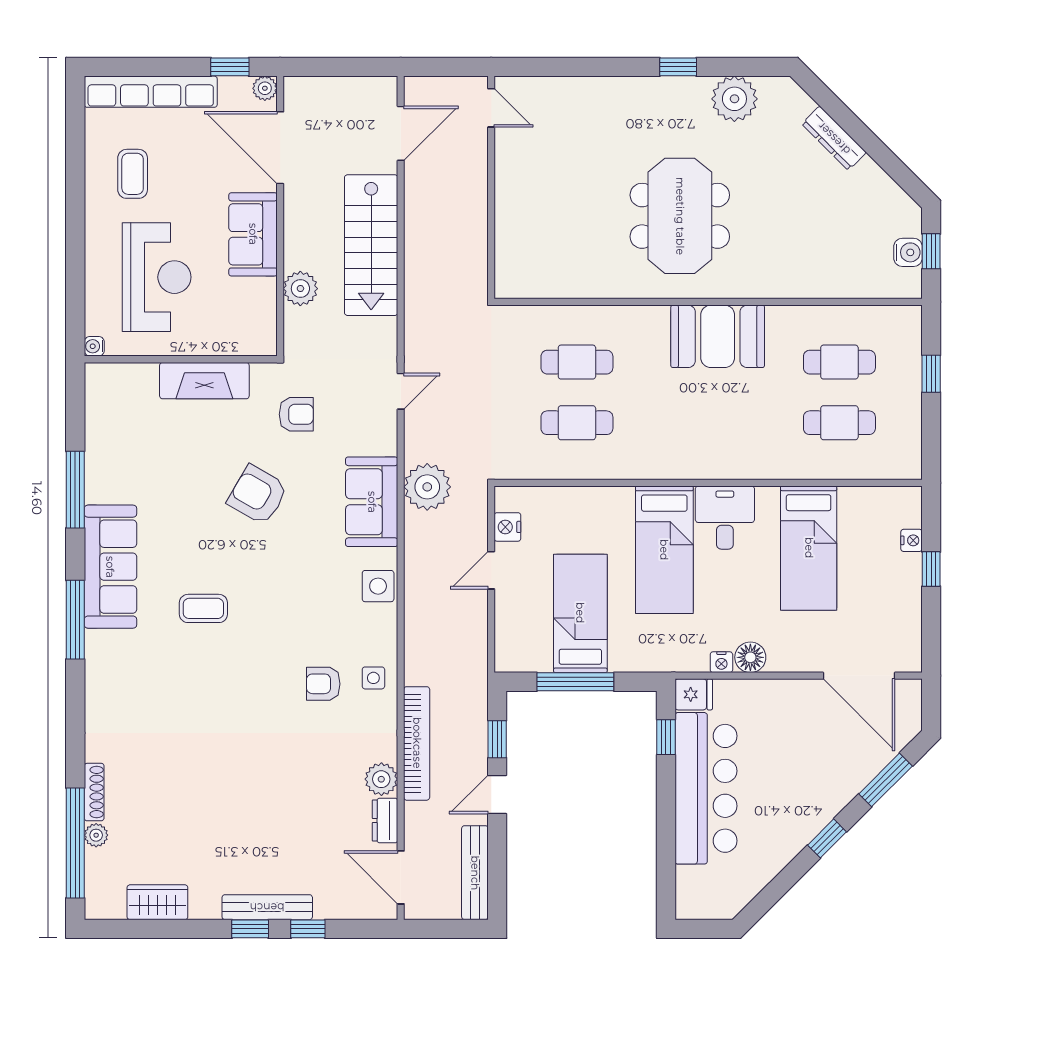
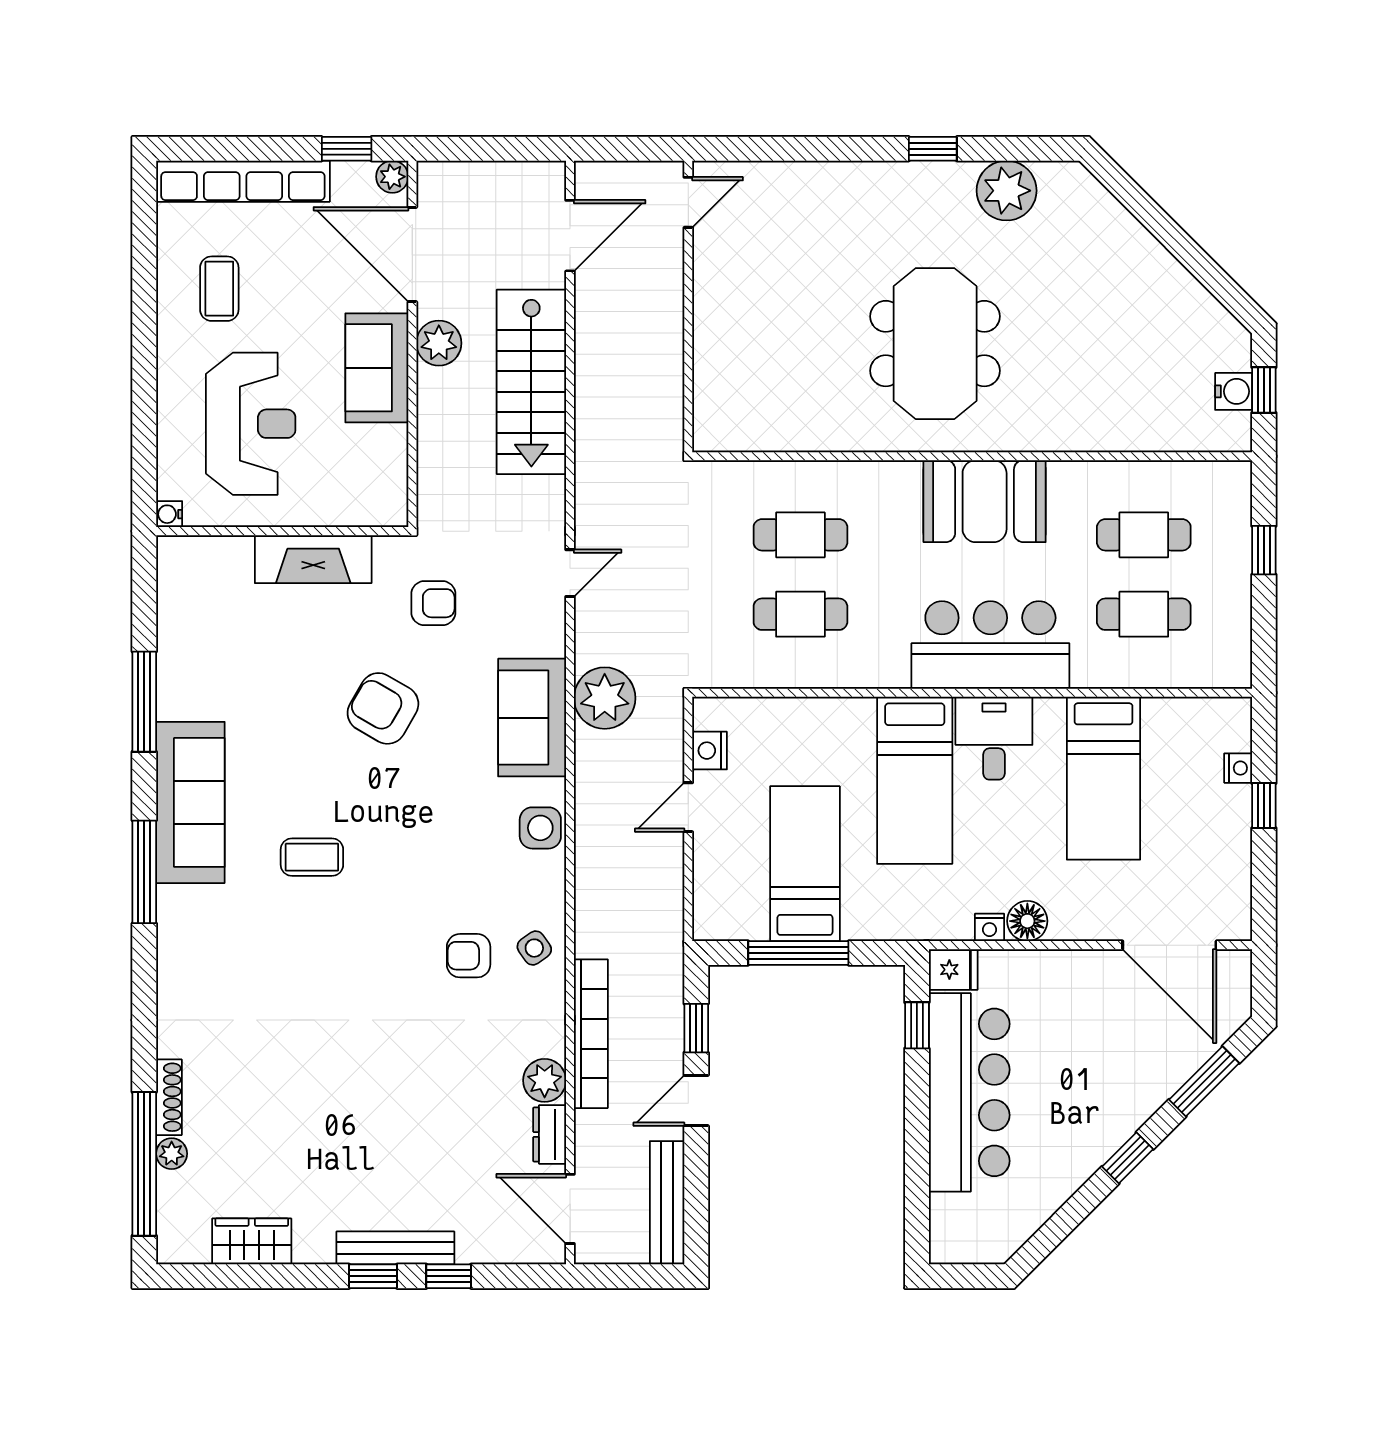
door: (491, 108) -> (688, 202), hinge flipped
dresser: (834, 138) -> (1137, 242), removed
plant: (300, 289) -> (439, 343), moved
bar counter: (722, 446) -> (990, 645), added
side table: (373, 678) -> (534, 948), turned -35

